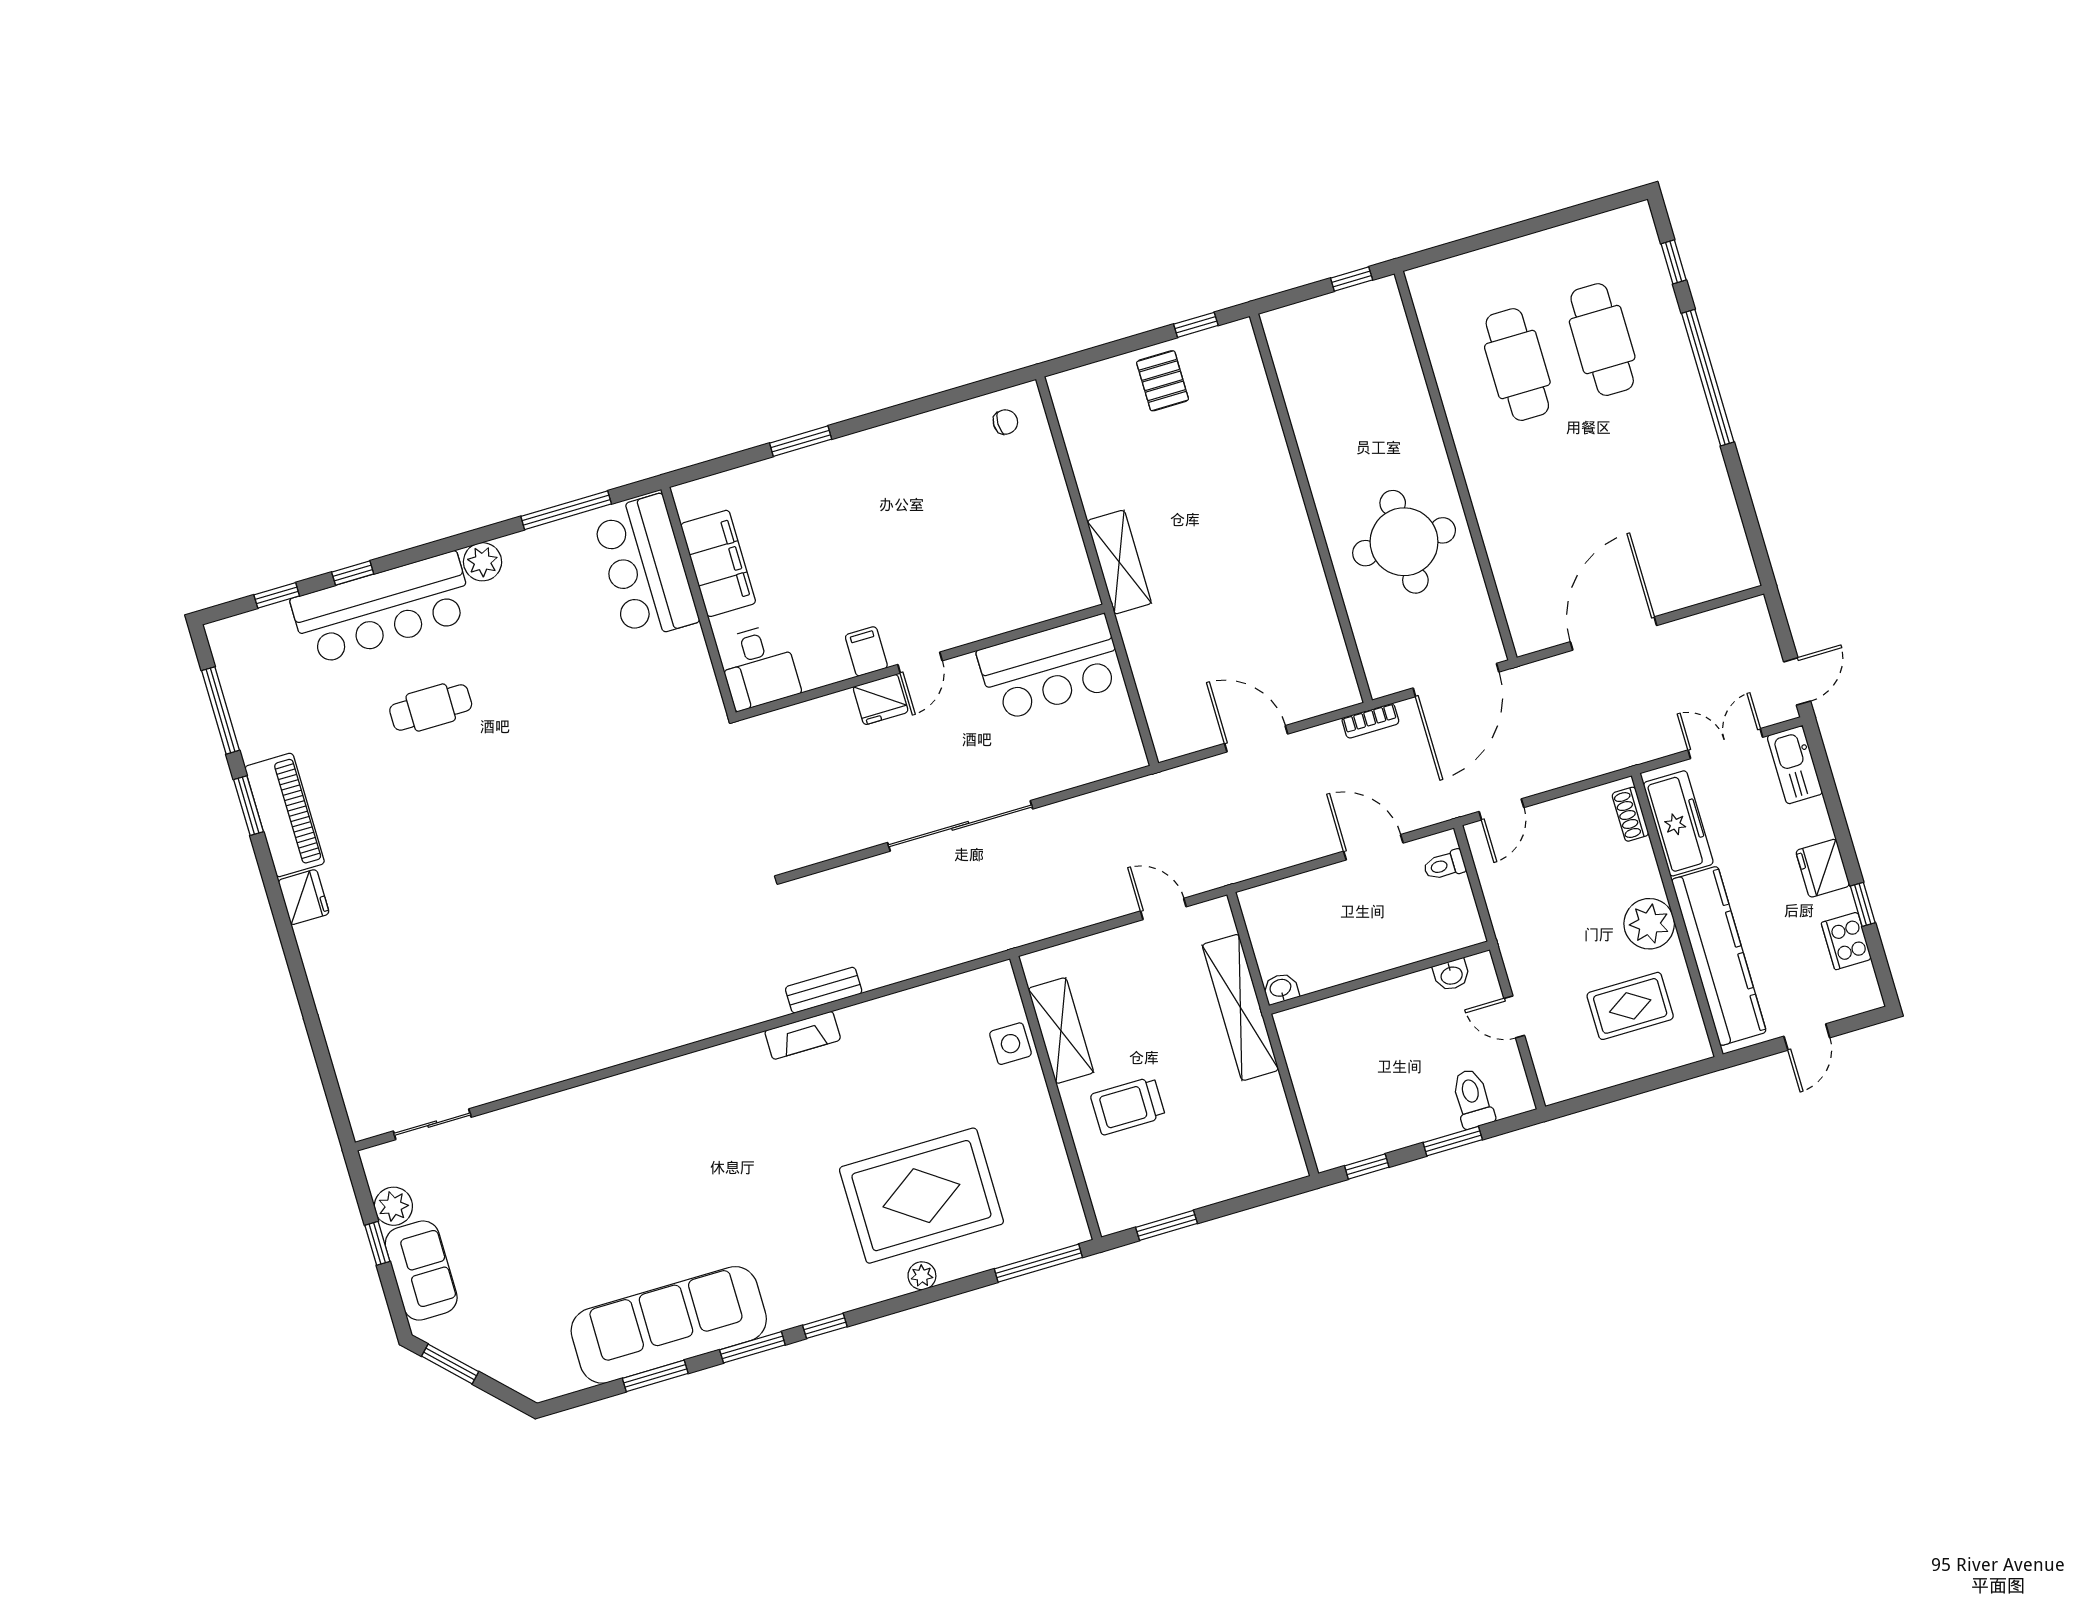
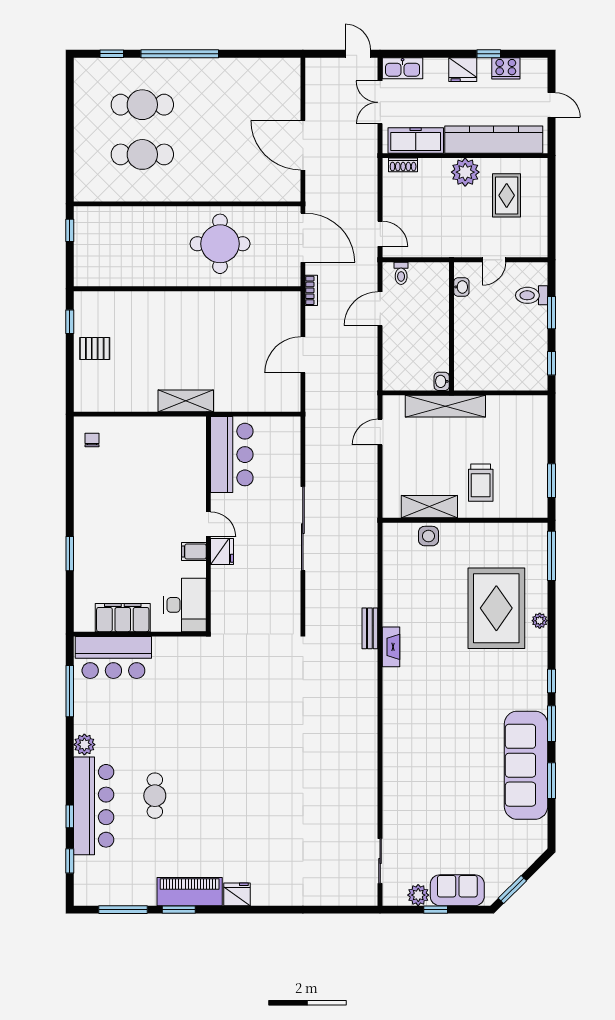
desk: (758, 667) -> (185, 605), width x1.37

